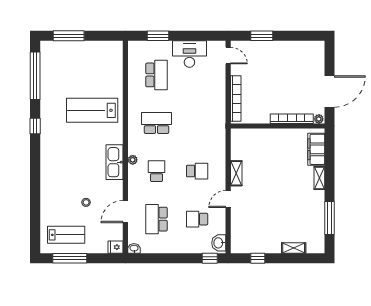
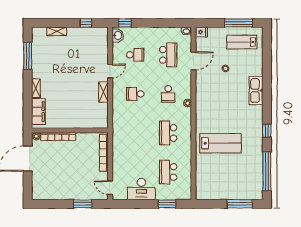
school desk: (156, 123) -> (168, 133), turned 90
kitchen sink: (115, 162) -> (256, 91), moved, turned 180

